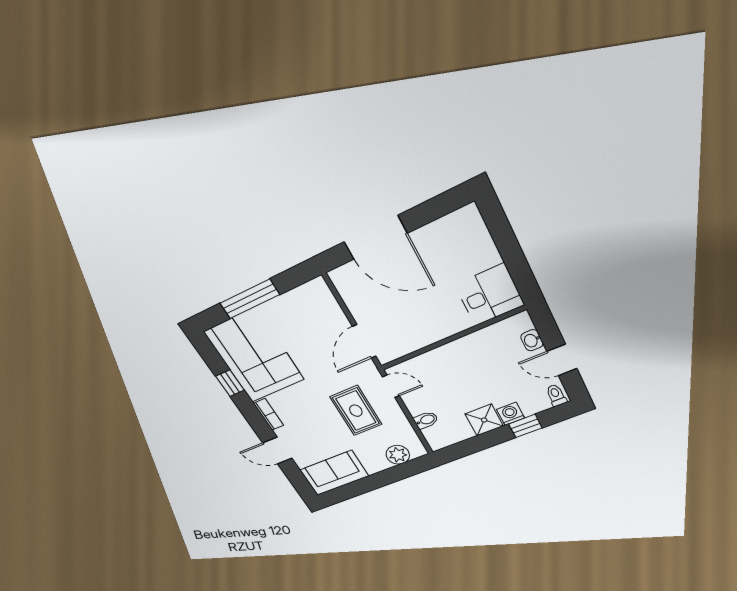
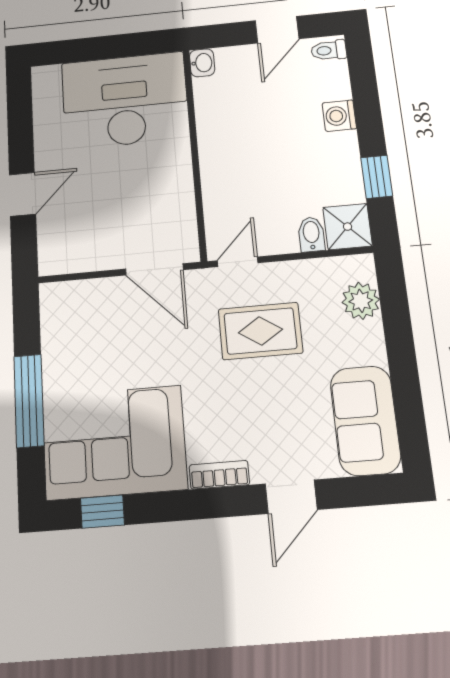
door: (375, 237) -> (22, 194), width x0.53
desk: (490, 295) -> (125, 100), width x1.87, depth x1.30
washbasin: (532, 340) -> (202, 63), moved, turned -90
window: (230, 383) -> (102, 512), moved
shower: (484, 420) -> (348, 227), moved
window: (525, 426) -> (377, 177), moved

